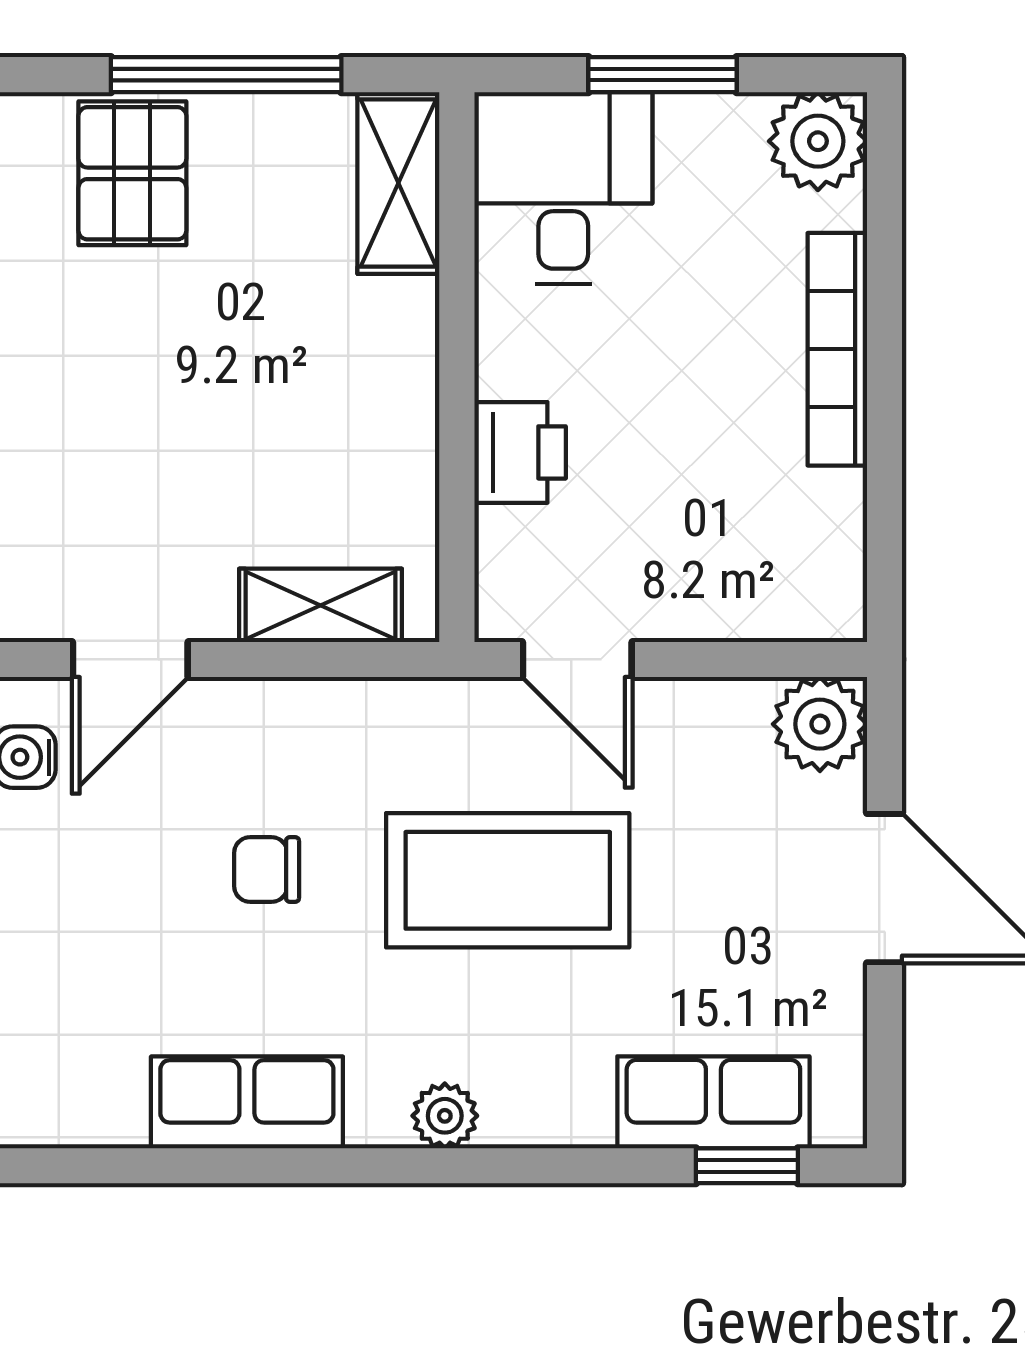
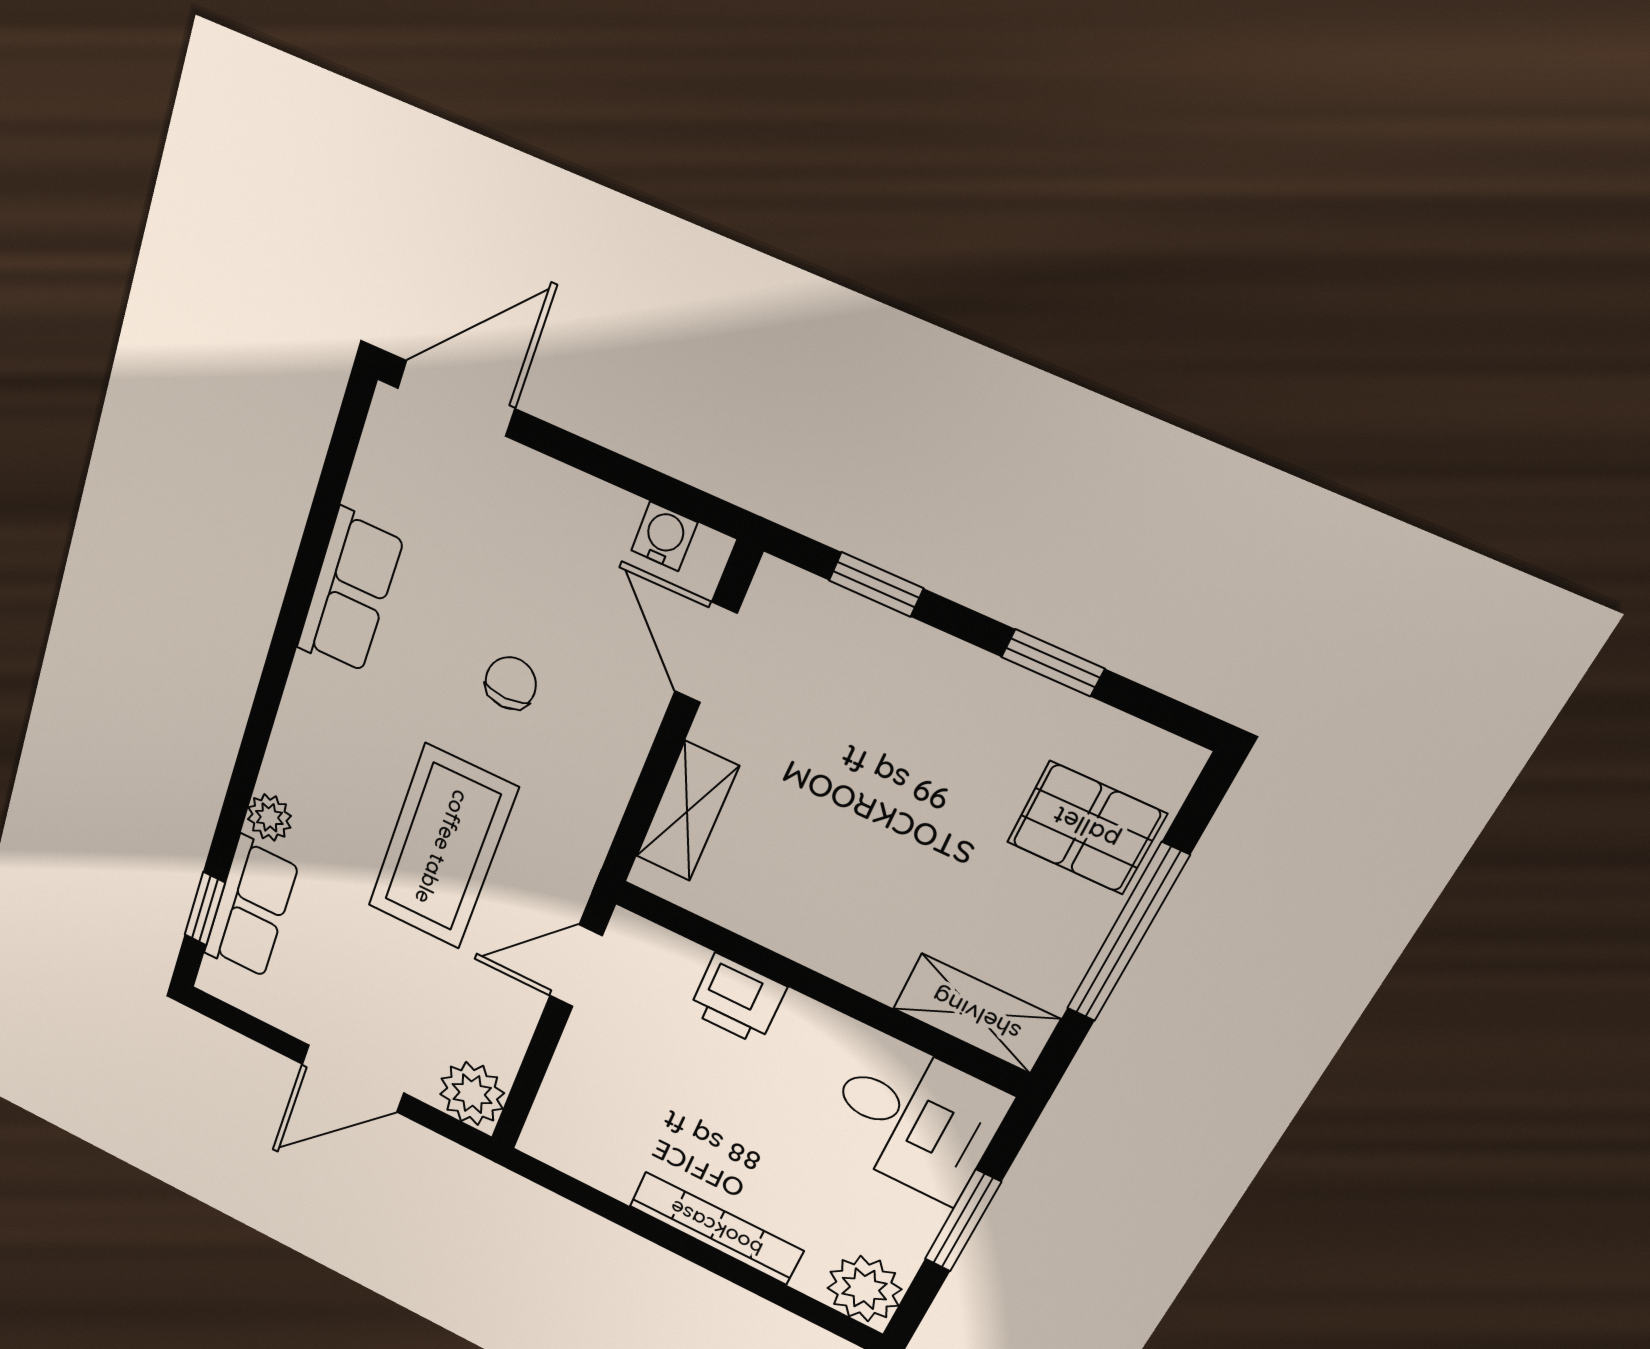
plant: (445, 1116) -> (269, 817), moved

